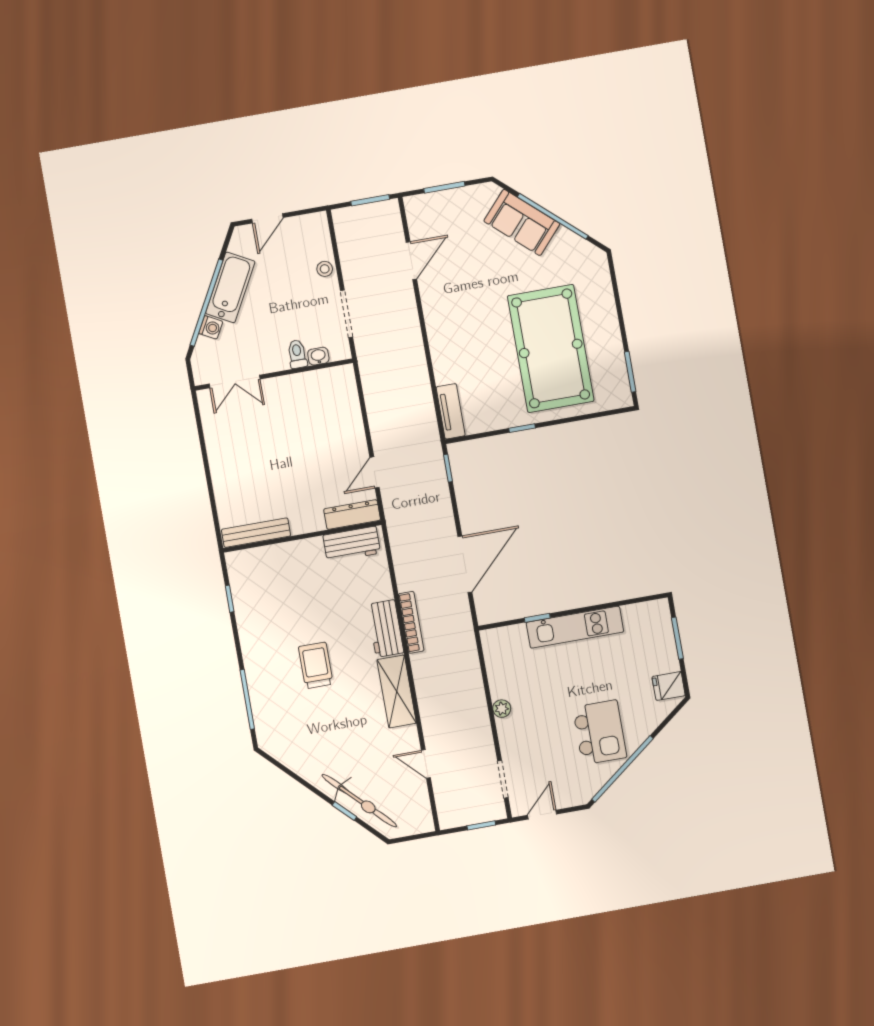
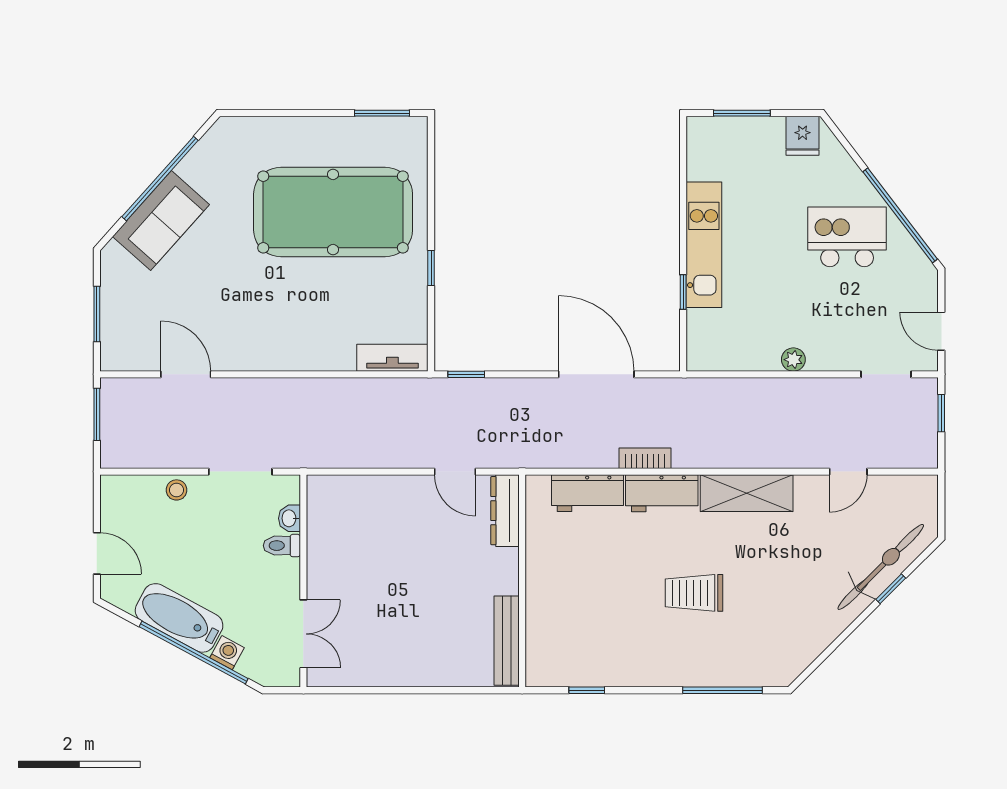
workbench: (352, 544) -> (587, 493), moved, turned 90
bookcase: (411, 622) -> (645, 458), width x0.64

